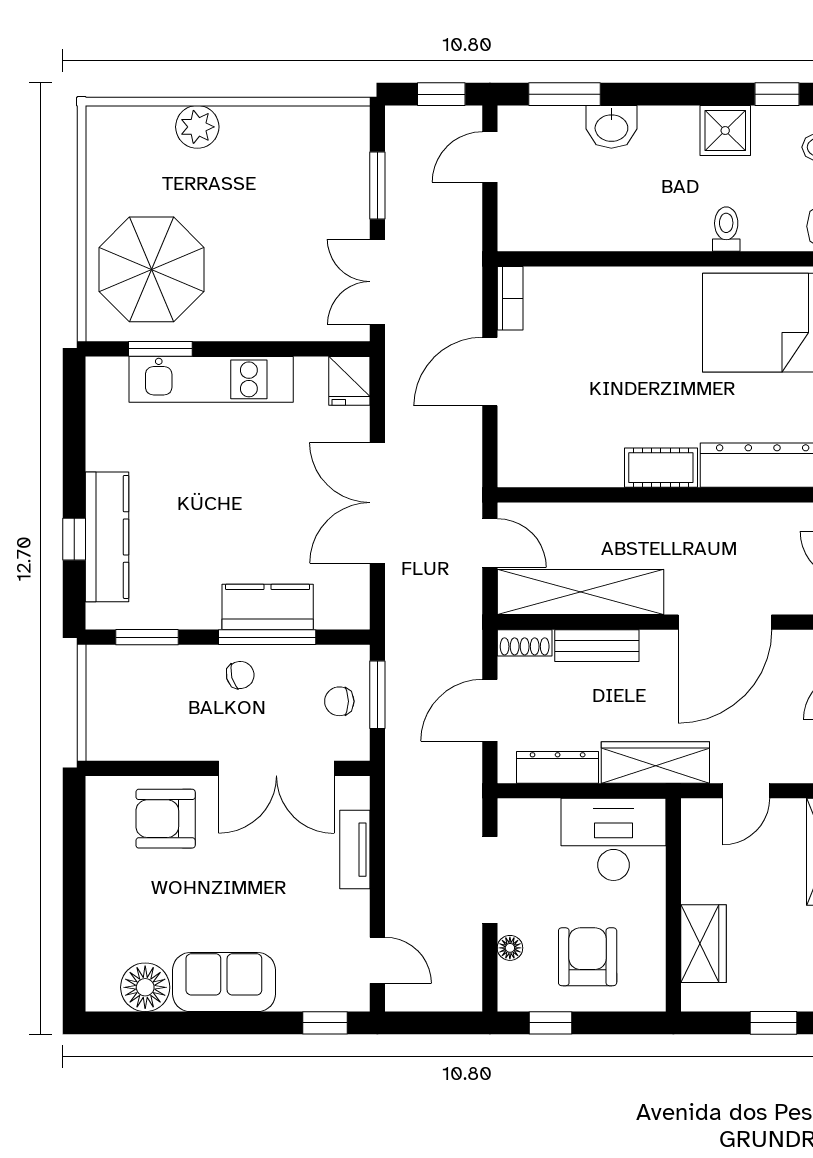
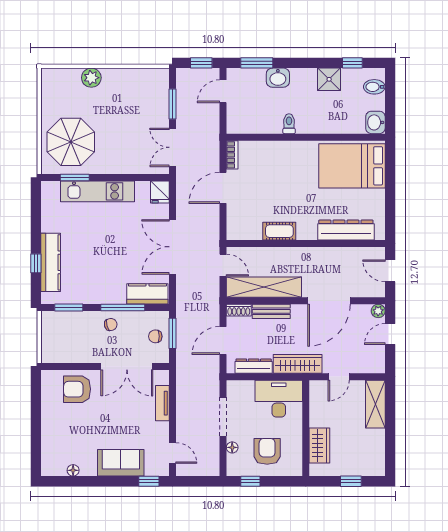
toilet: (726, 229) -> (289, 124), moved
cot: (661, 468) -> (279, 231), moved
kitchen counter: (268, 607) -> (147, 294), moved
sofa: (224, 982) -> (121, 463), moved
floor lamp: (145, 987) -> (73, 470), width x0.53, depth x0.53

